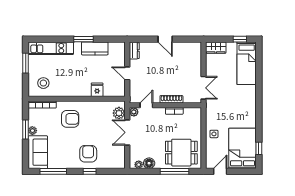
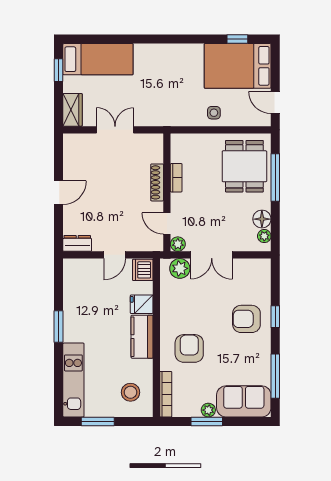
kitchen counter: (95, 48) -> (142, 337), moved, turned 180
double door: (204, 88) -> (115, 130), moved
dishwasher: (118, 90) -> (143, 270), added

